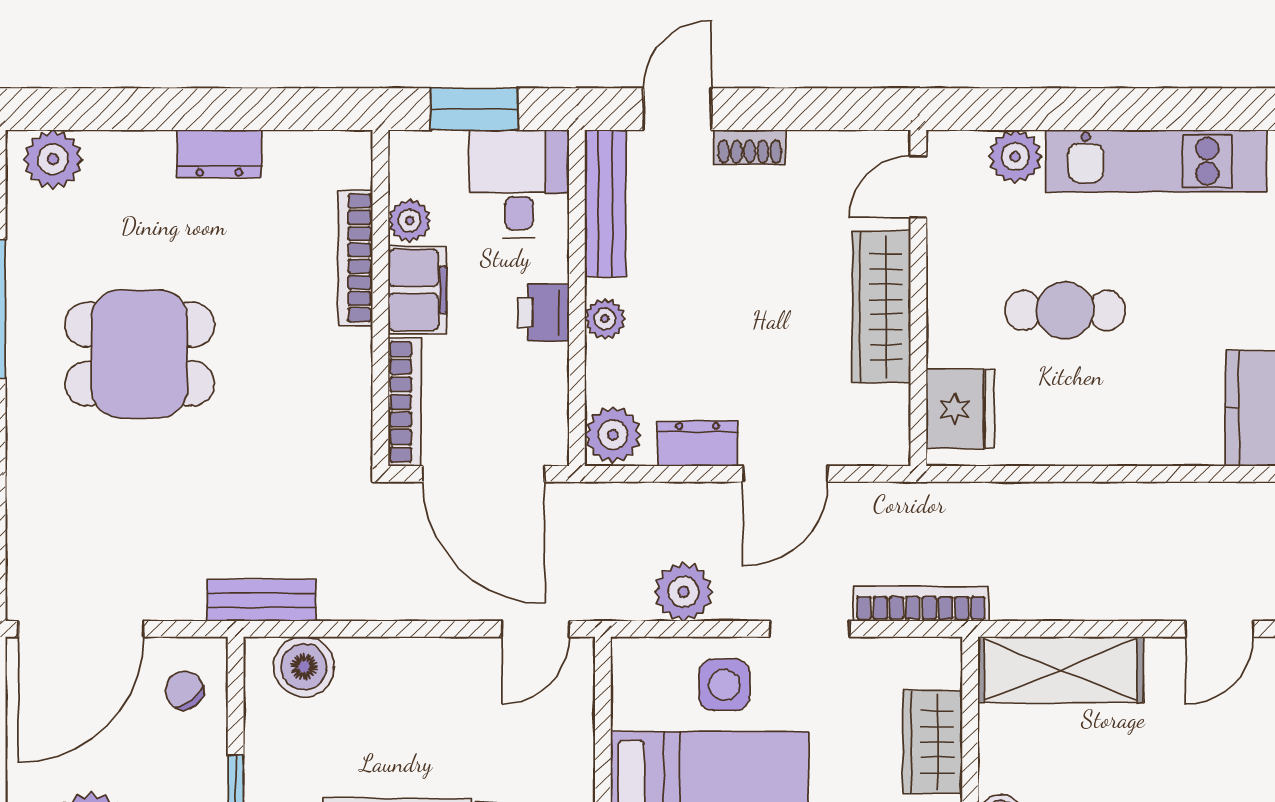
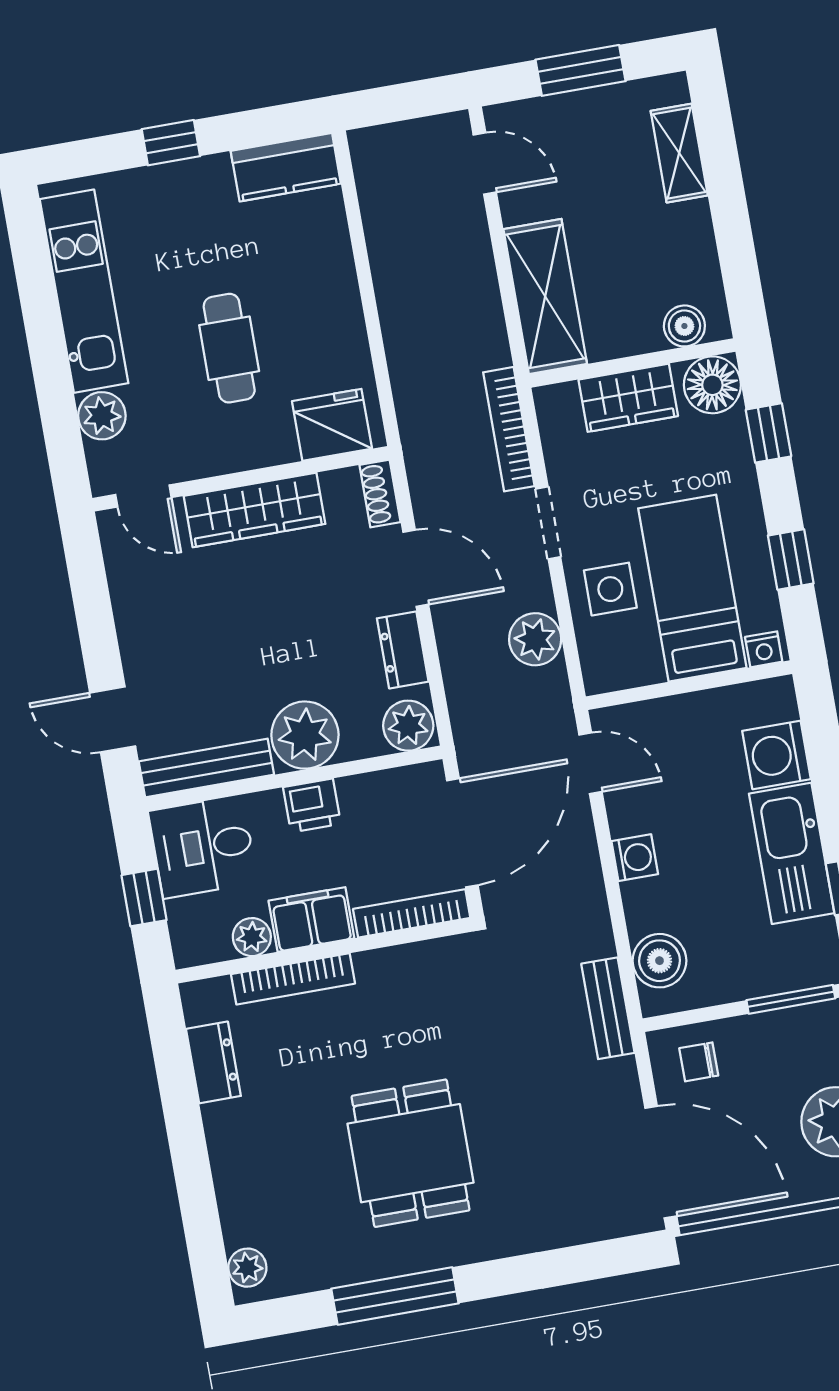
window: (474, 109) -> (144, 898), width x0.67
shoe rack: (750, 147) -> (380, 494), moved, turned 180
dresser: (219, 154) -> (213, 1062), moved
plant: (53, 159) -> (247, 1268), width x0.73, depth x0.73
plant: (605, 319) -> (305, 735), width x1.87, depth x1.87
washing machine: (423, 659) -> (635, 858), added
chair: (184, 690) -> (699, 1062), turned 37

